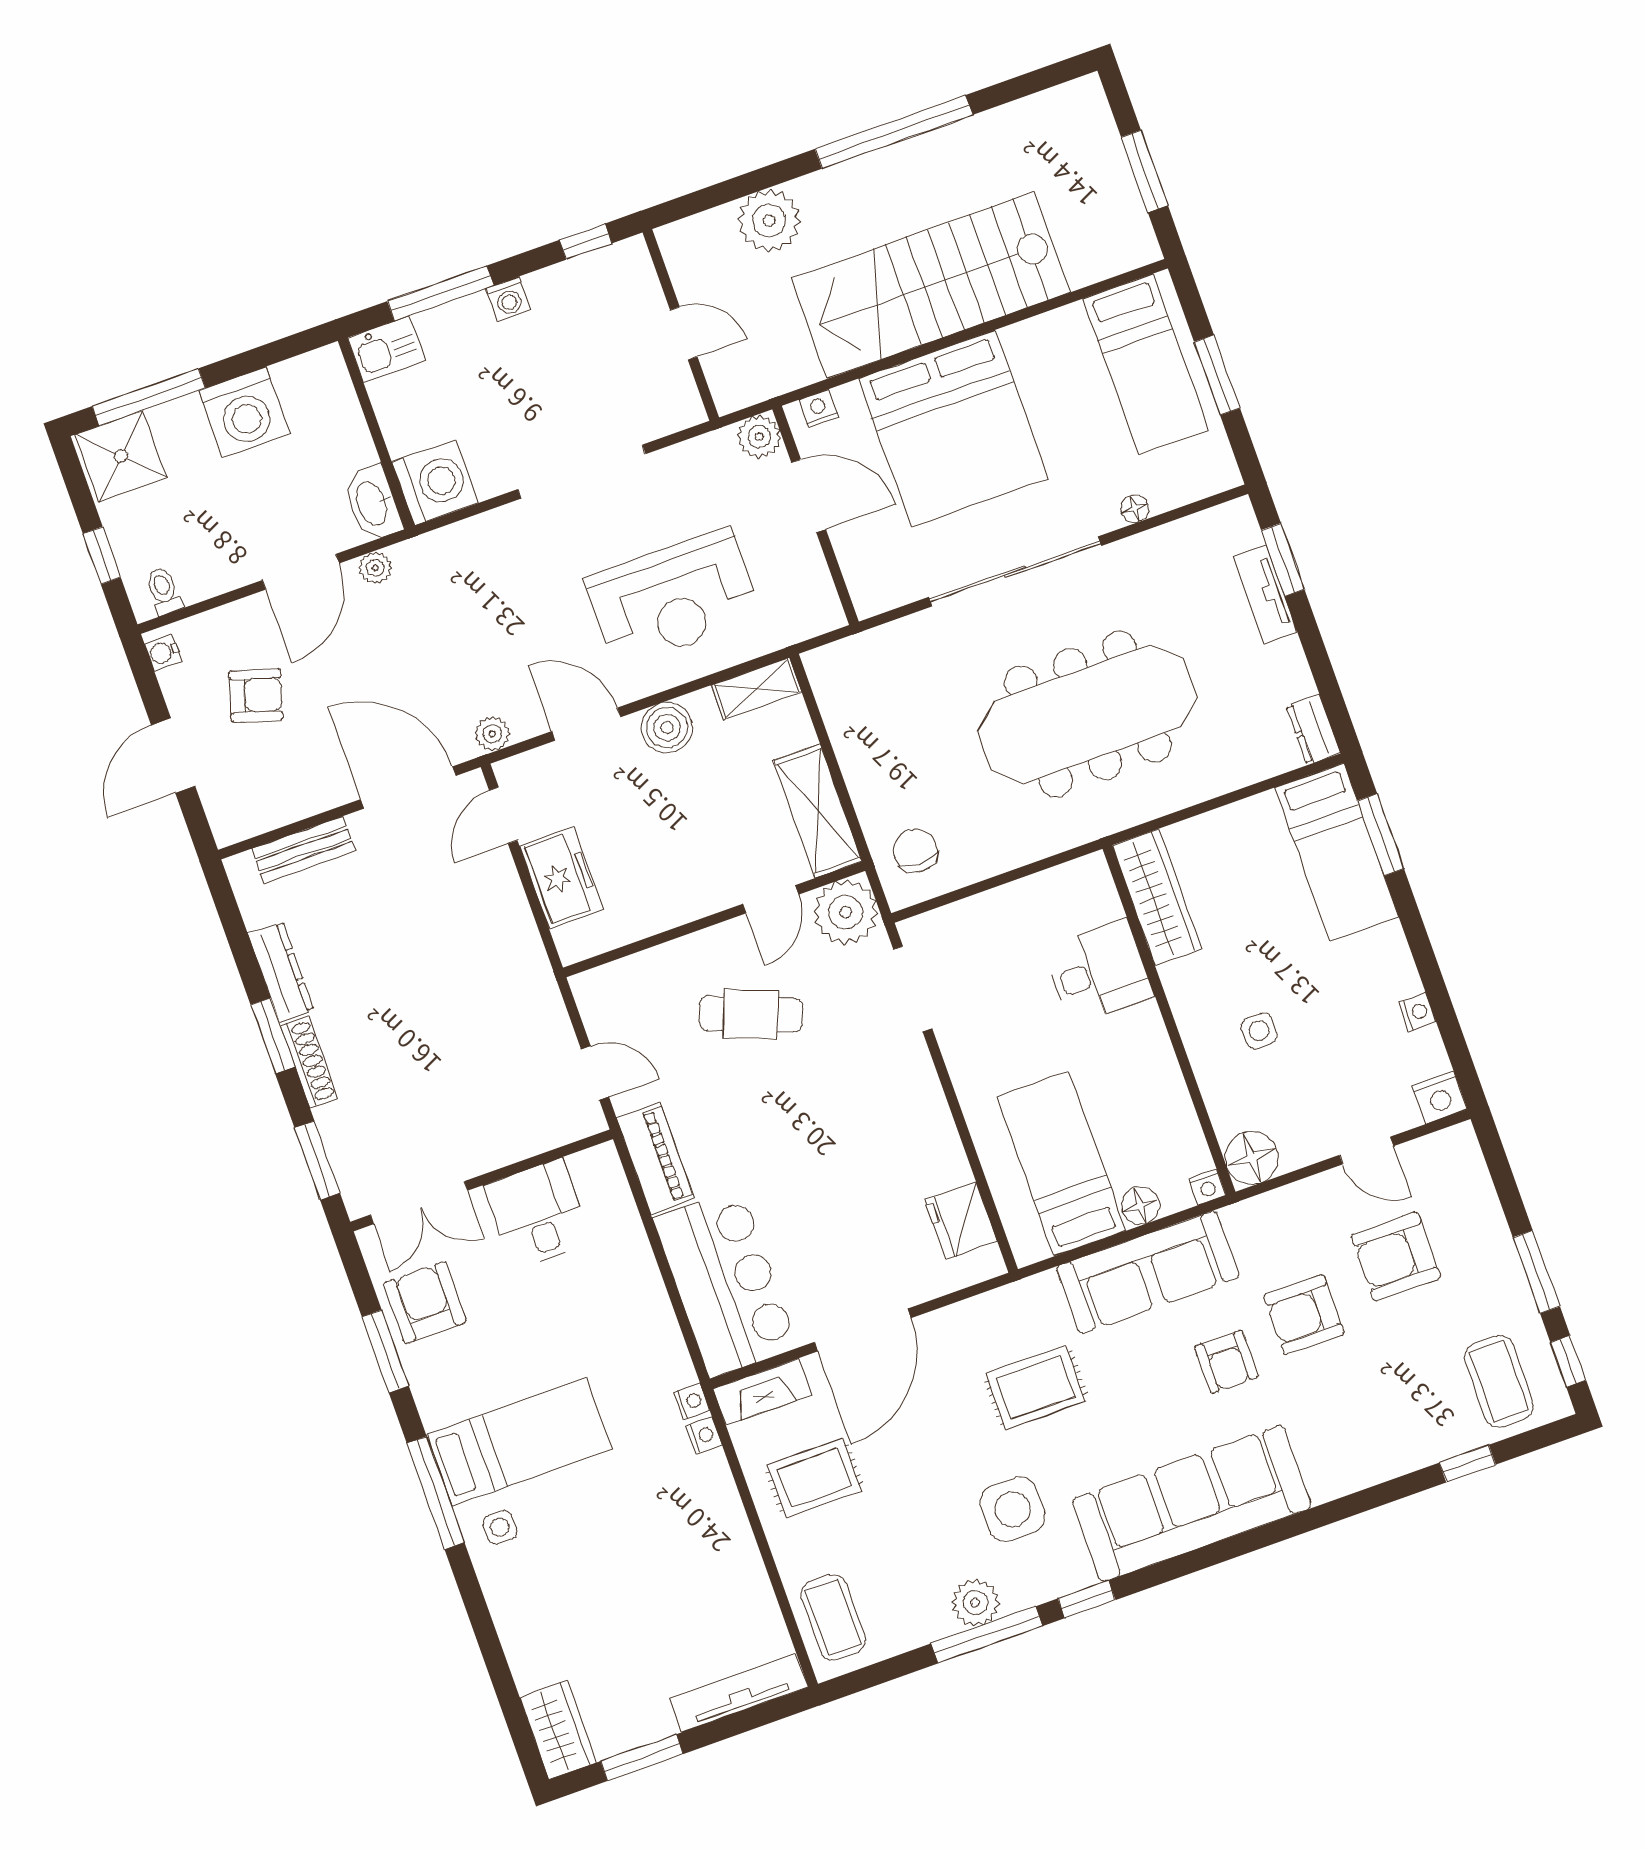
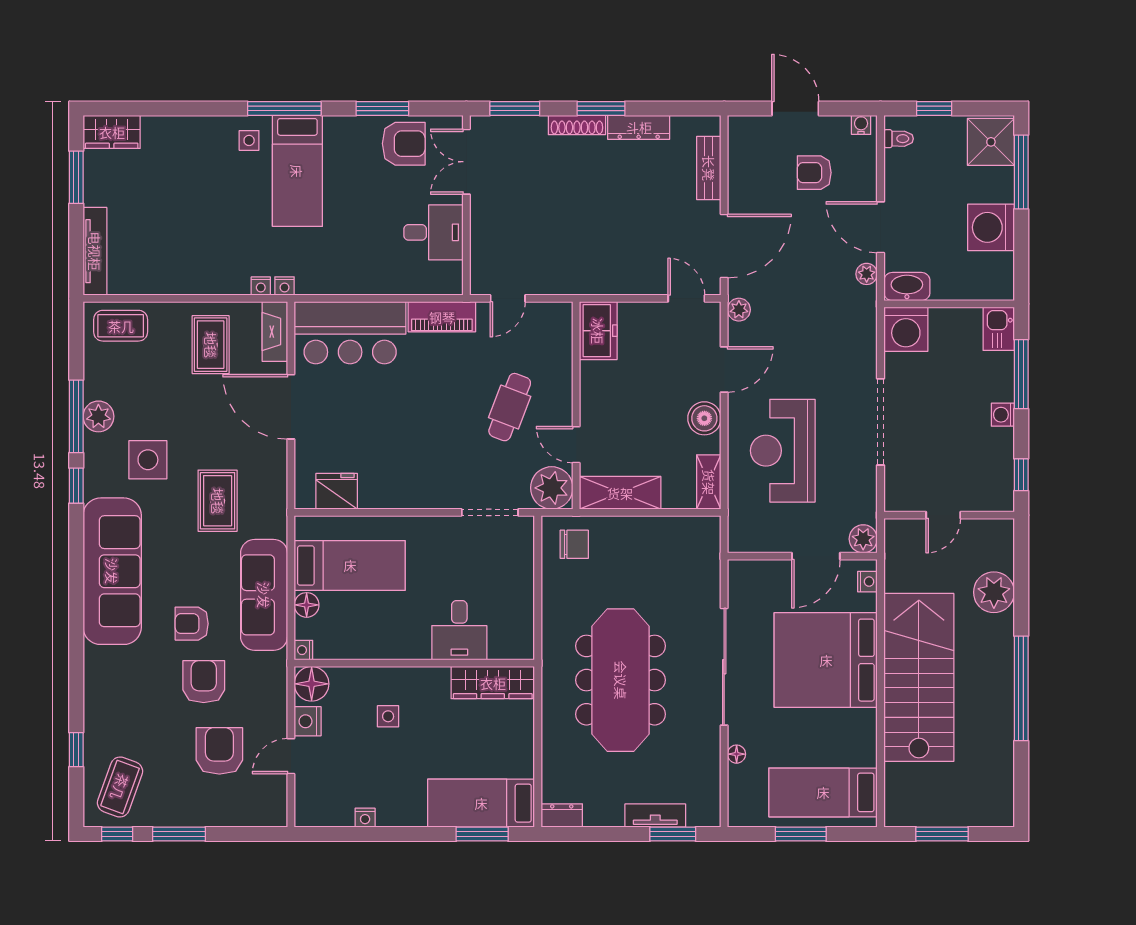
armchair: (256, 695) -> (814, 173), turned 73
freezer: (561, 878) -> (598, 331), moved, turned -90
nightstand: (1439, 1097) -> (308, 721), moved
coffee table: (1499, 1381) -> (120, 787), turned -70

